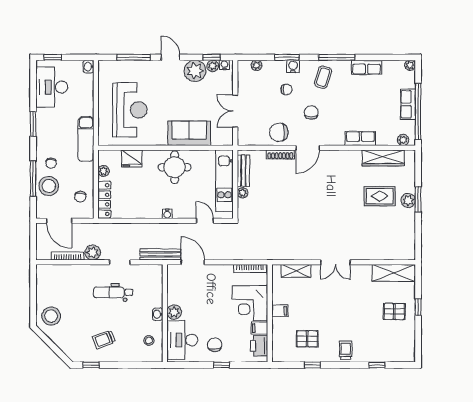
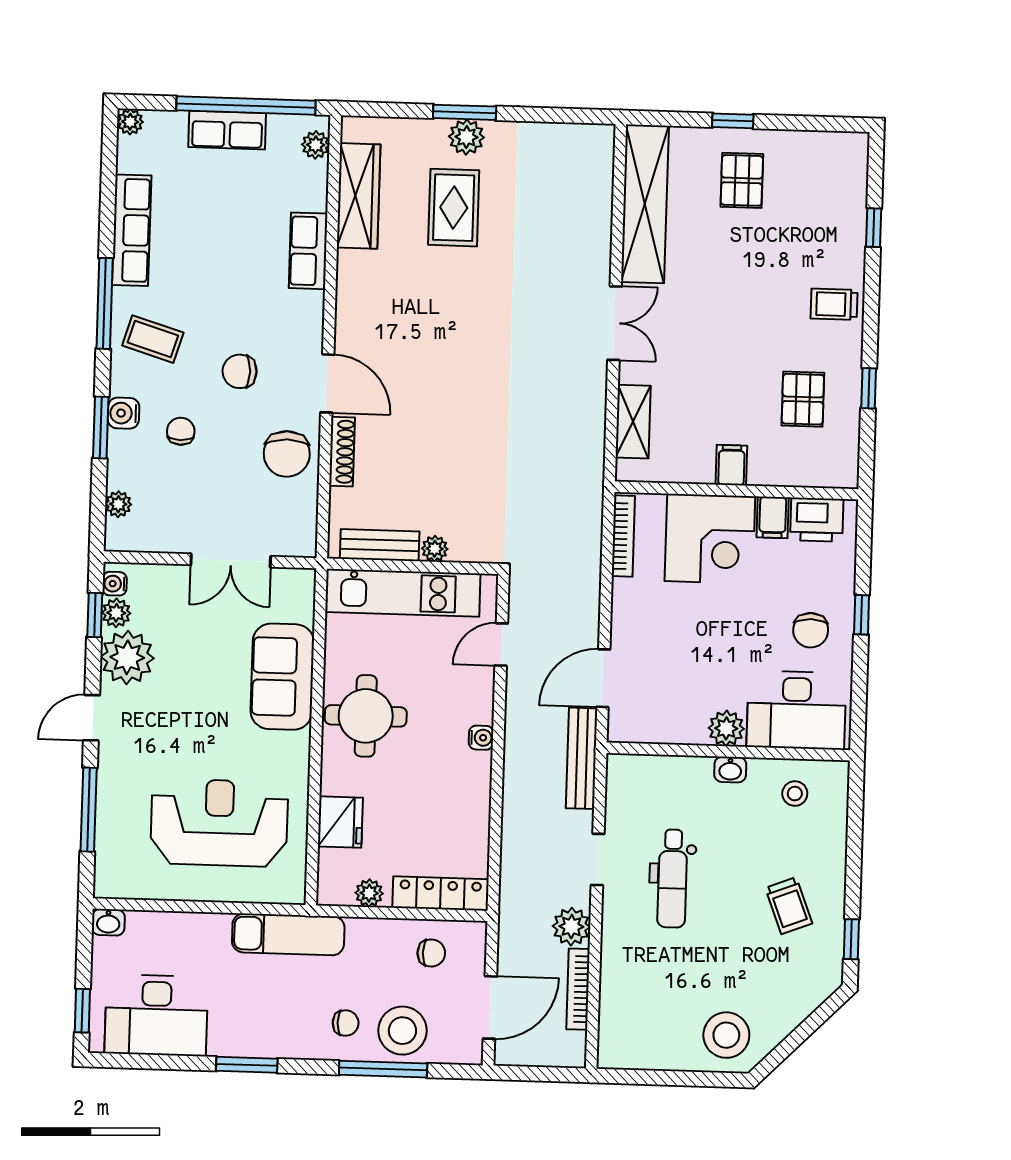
row of seats: (367, 67) -> (132, 230), width x1.48
shelving: (394, 273) -> (645, 204), width x1.47
chair: (215, 345) -> (811, 630), turned -90

